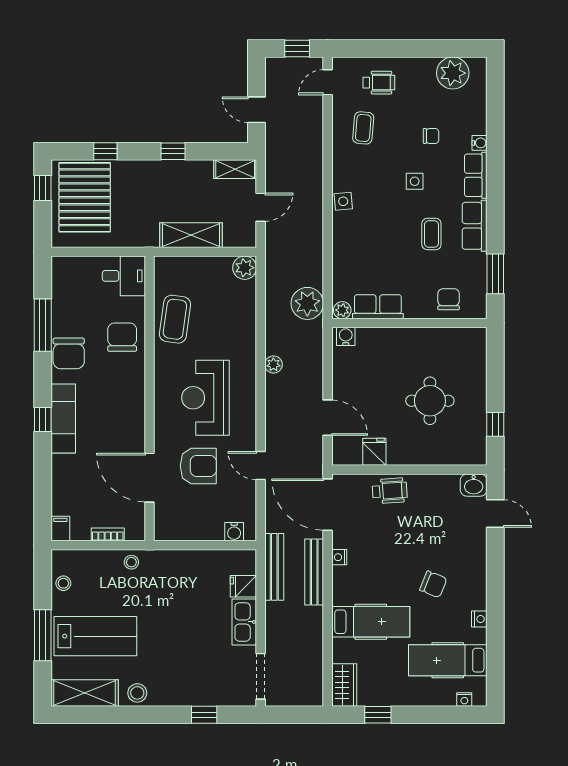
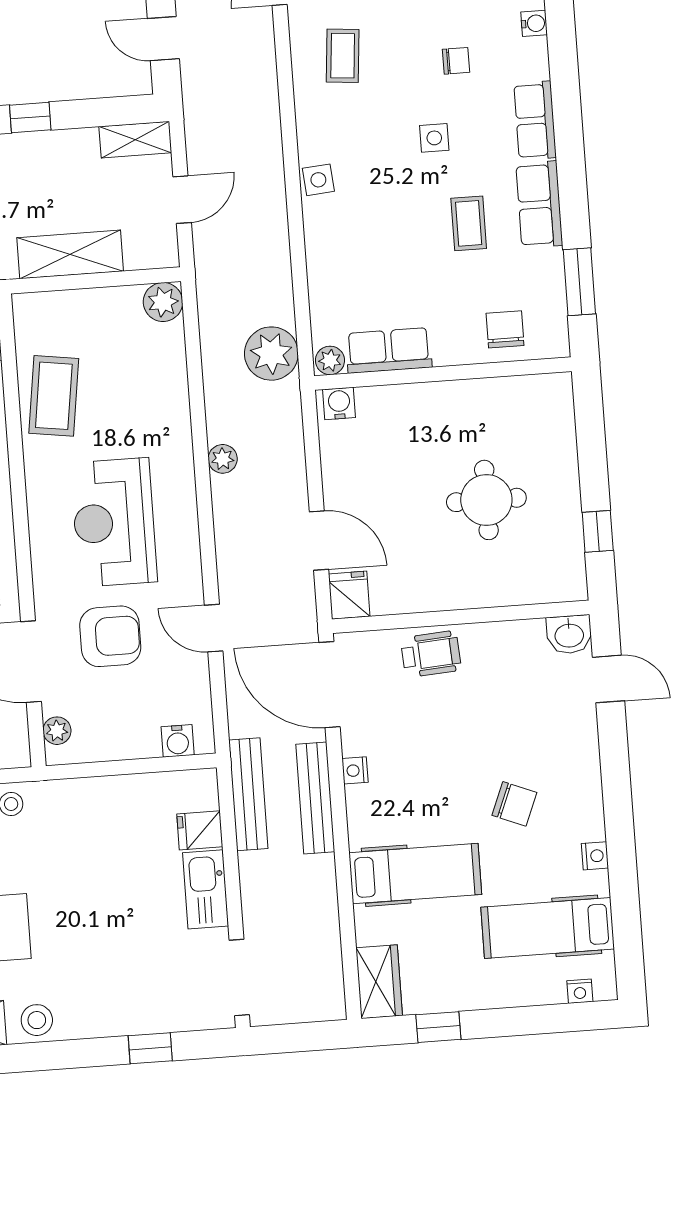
water cooler: (479, 143) -> (534, 23), moved
fridge: (374, 452) -> (349, 595), moved
plant: (162, 520) -> (57, 731), added

